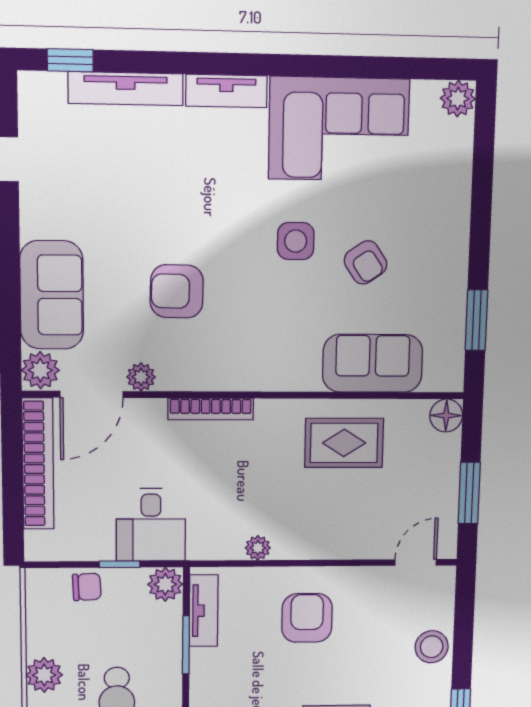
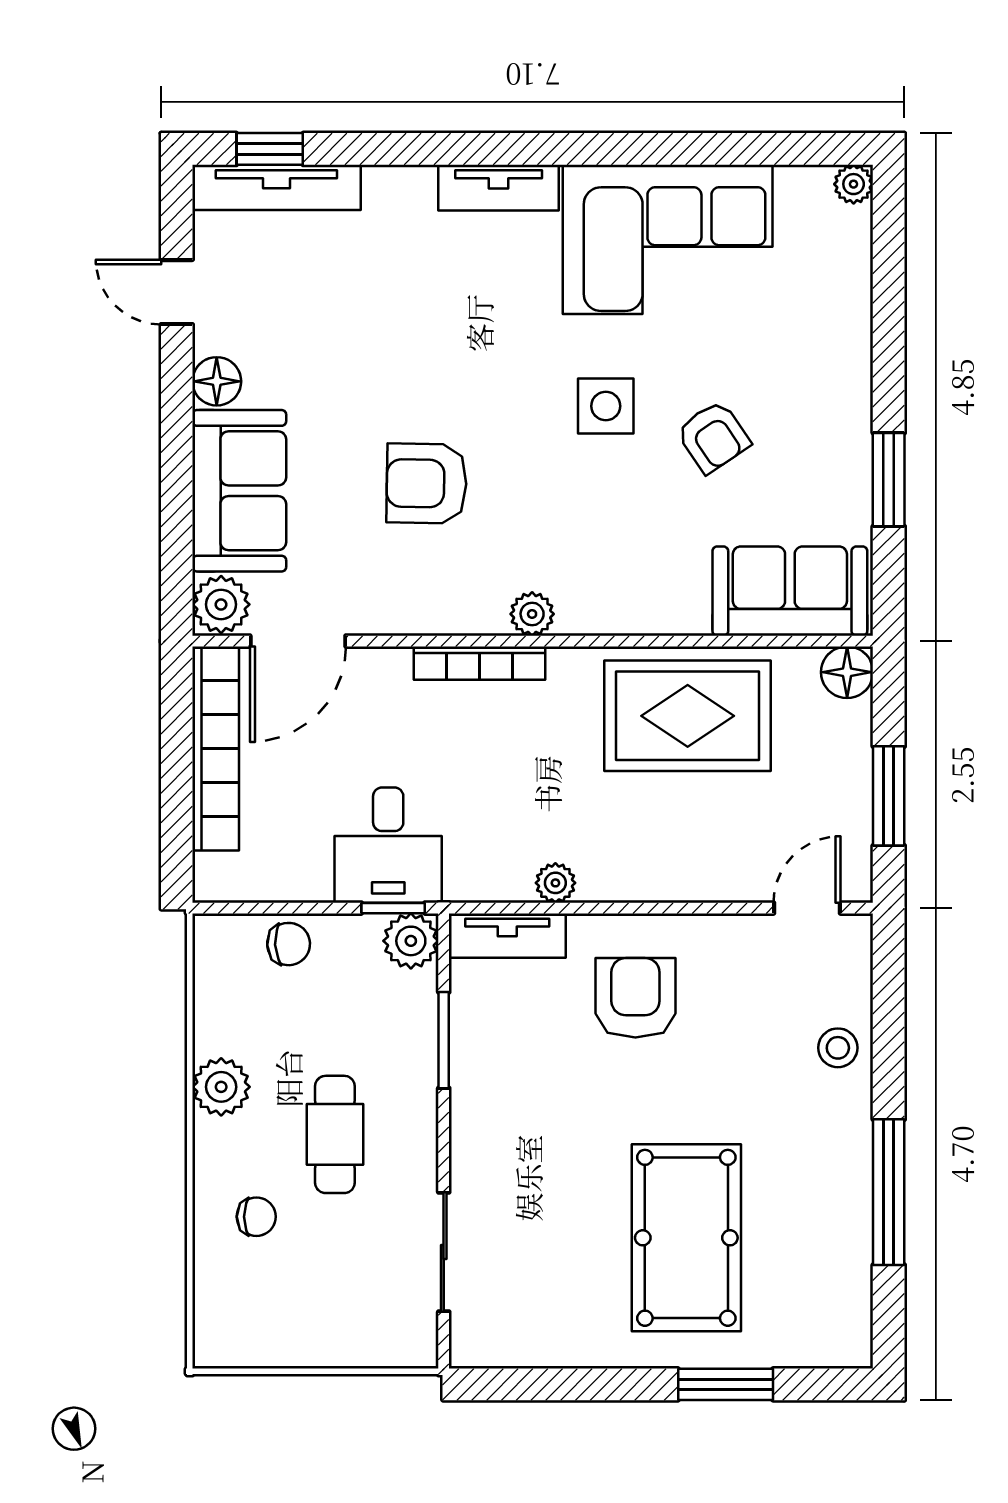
tv unit: (126, 89) -> (276, 187), moved
plant: (458, 99) -> (854, 184), width x0.73, depth x0.73
floor lamp: (36, 221) -> (217, 381), added
window: (476, 320) -> (889, 480), moved
sofa: (373, 363) -> (790, 591), moved
plant: (141, 377) -> (532, 614), moved
rug: (344, 443) -> (688, 716), width x1.36, depth x1.43
window: (120, 564) -> (393, 908), moved
tv unit: (204, 611) -> (507, 936), moved, turned 90
stool: (432, 647) -> (838, 1048), width x0.73, depth x0.73

